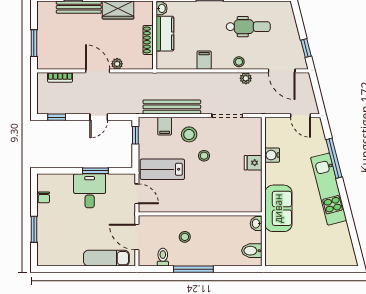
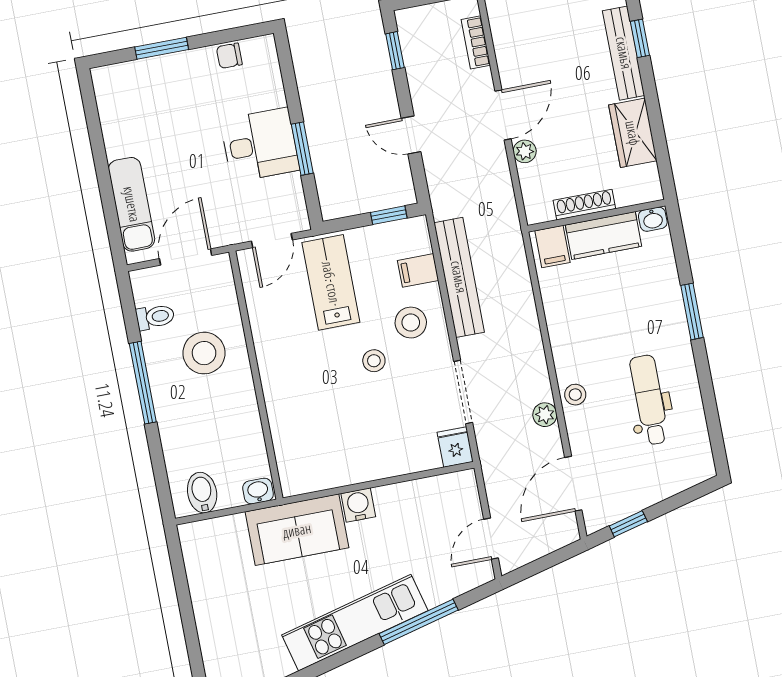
dental chair: (248, 27) -> (649, 400), turned 180
filing cabinet: (204, 60) -> (552, 247), moved, turned 90
water cooler: (272, 155) -> (358, 505), moved
fridge: (253, 163) -> (455, 447), moved
stool: (185, 237) -> (204, 353), width x1.89, depth x1.89

